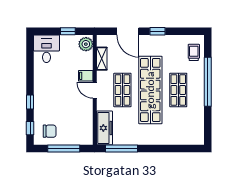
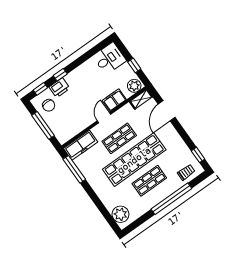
window: (158, 31) -> (198, 155), moved
shelving: (102, 59) -> (141, 99), moved
filing cabinet: (86, 76) -> (114, 100), width x2.00
printer: (41, 111) -> (60, 88), added
plant: (190, 136) -> (120, 214), added

